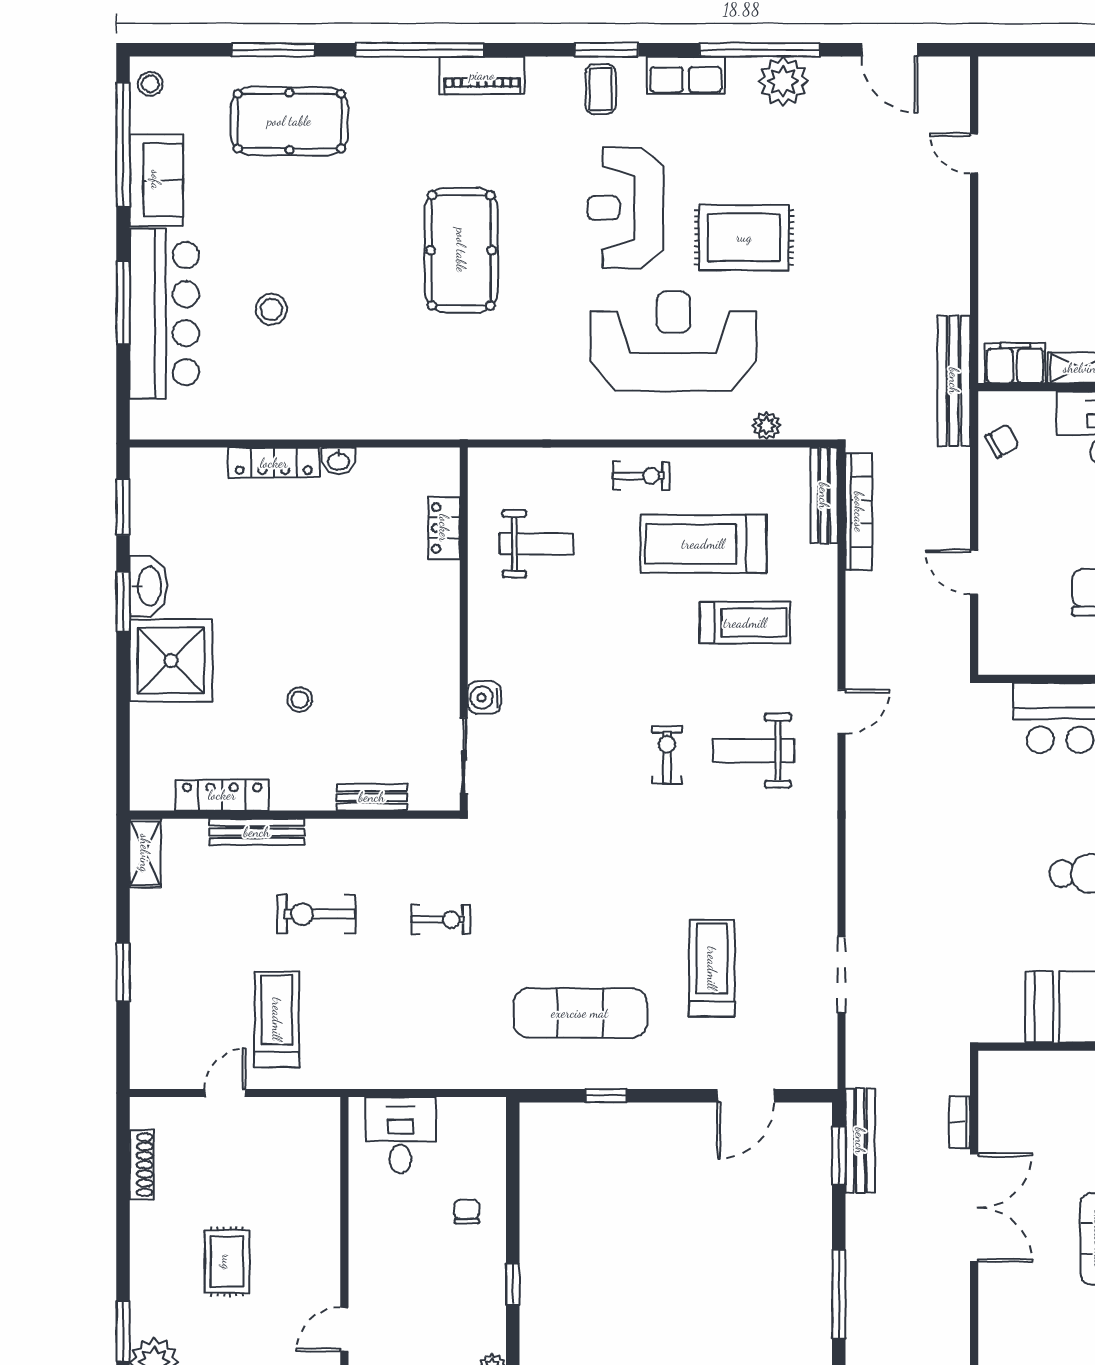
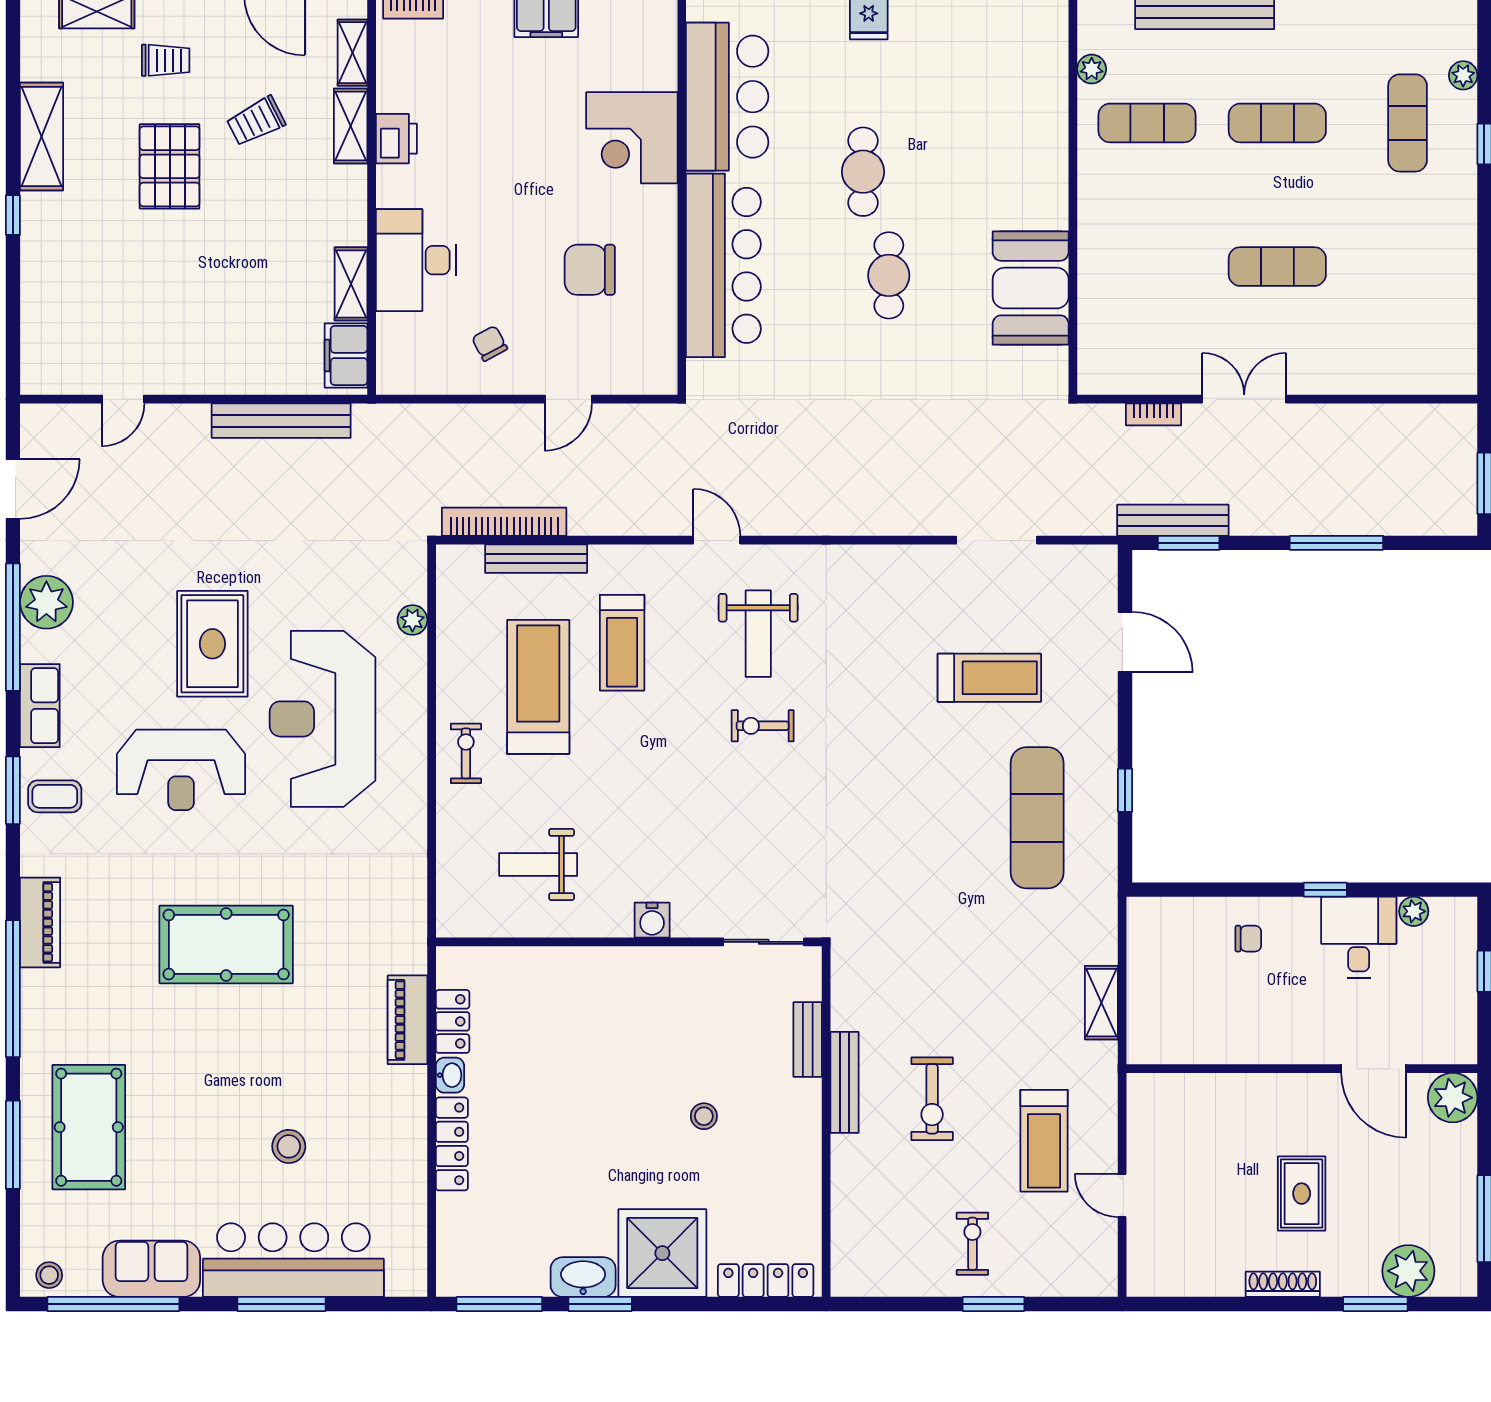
bench: (954, 381) -> (281, 421), moved
piano: (390, 421) -> (407, 1020), added
chair: (1002, 441) -> (490, 343), moved
bench: (824, 496) -> (536, 559), moved
window: (123, 507) -> (499, 1304), width x1.44
locker: (444, 528) -> (453, 1021), moved, turned -90
weight bench: (536, 544) -> (538, 864), turned -90
treadmill: (703, 544) -> (538, 687), turned 180
treadmill: (745, 623) -> (622, 643), turned 180
water cooler: (484, 697) -> (652, 920), moved
locker: (222, 795) -> (766, 1281), moved, turned 90
bench: (257, 832) -> (845, 1082), moved
shelving: (145, 853) -> (1101, 1003), moved, turned 90
exercise bike: (441, 920) -> (972, 1244), moved
treadmill: (712, 968) -> (989, 678), turned 180
treadmill: (277, 1019) -> (1044, 1141), turned -90
desk: (400, 1135) -> (1359, 937), moved, turned 90
shoe rack: (142, 1165) -> (1283, 1284), moved
double door: (974, 1208) -> (1244, 399), width x0.73
chair: (467, 1212) -> (1248, 939), turned 180
rug: (227, 1262) -> (1302, 1194), turned 90
door: (344, 1329) -> (1374, 1069), width x1.38

